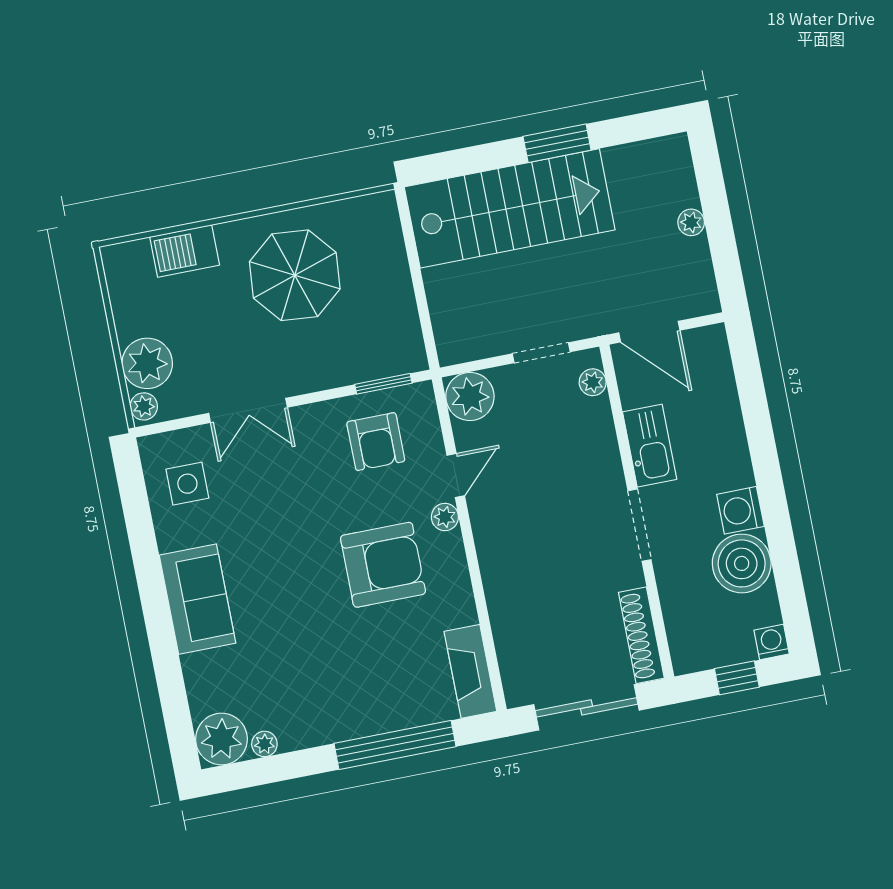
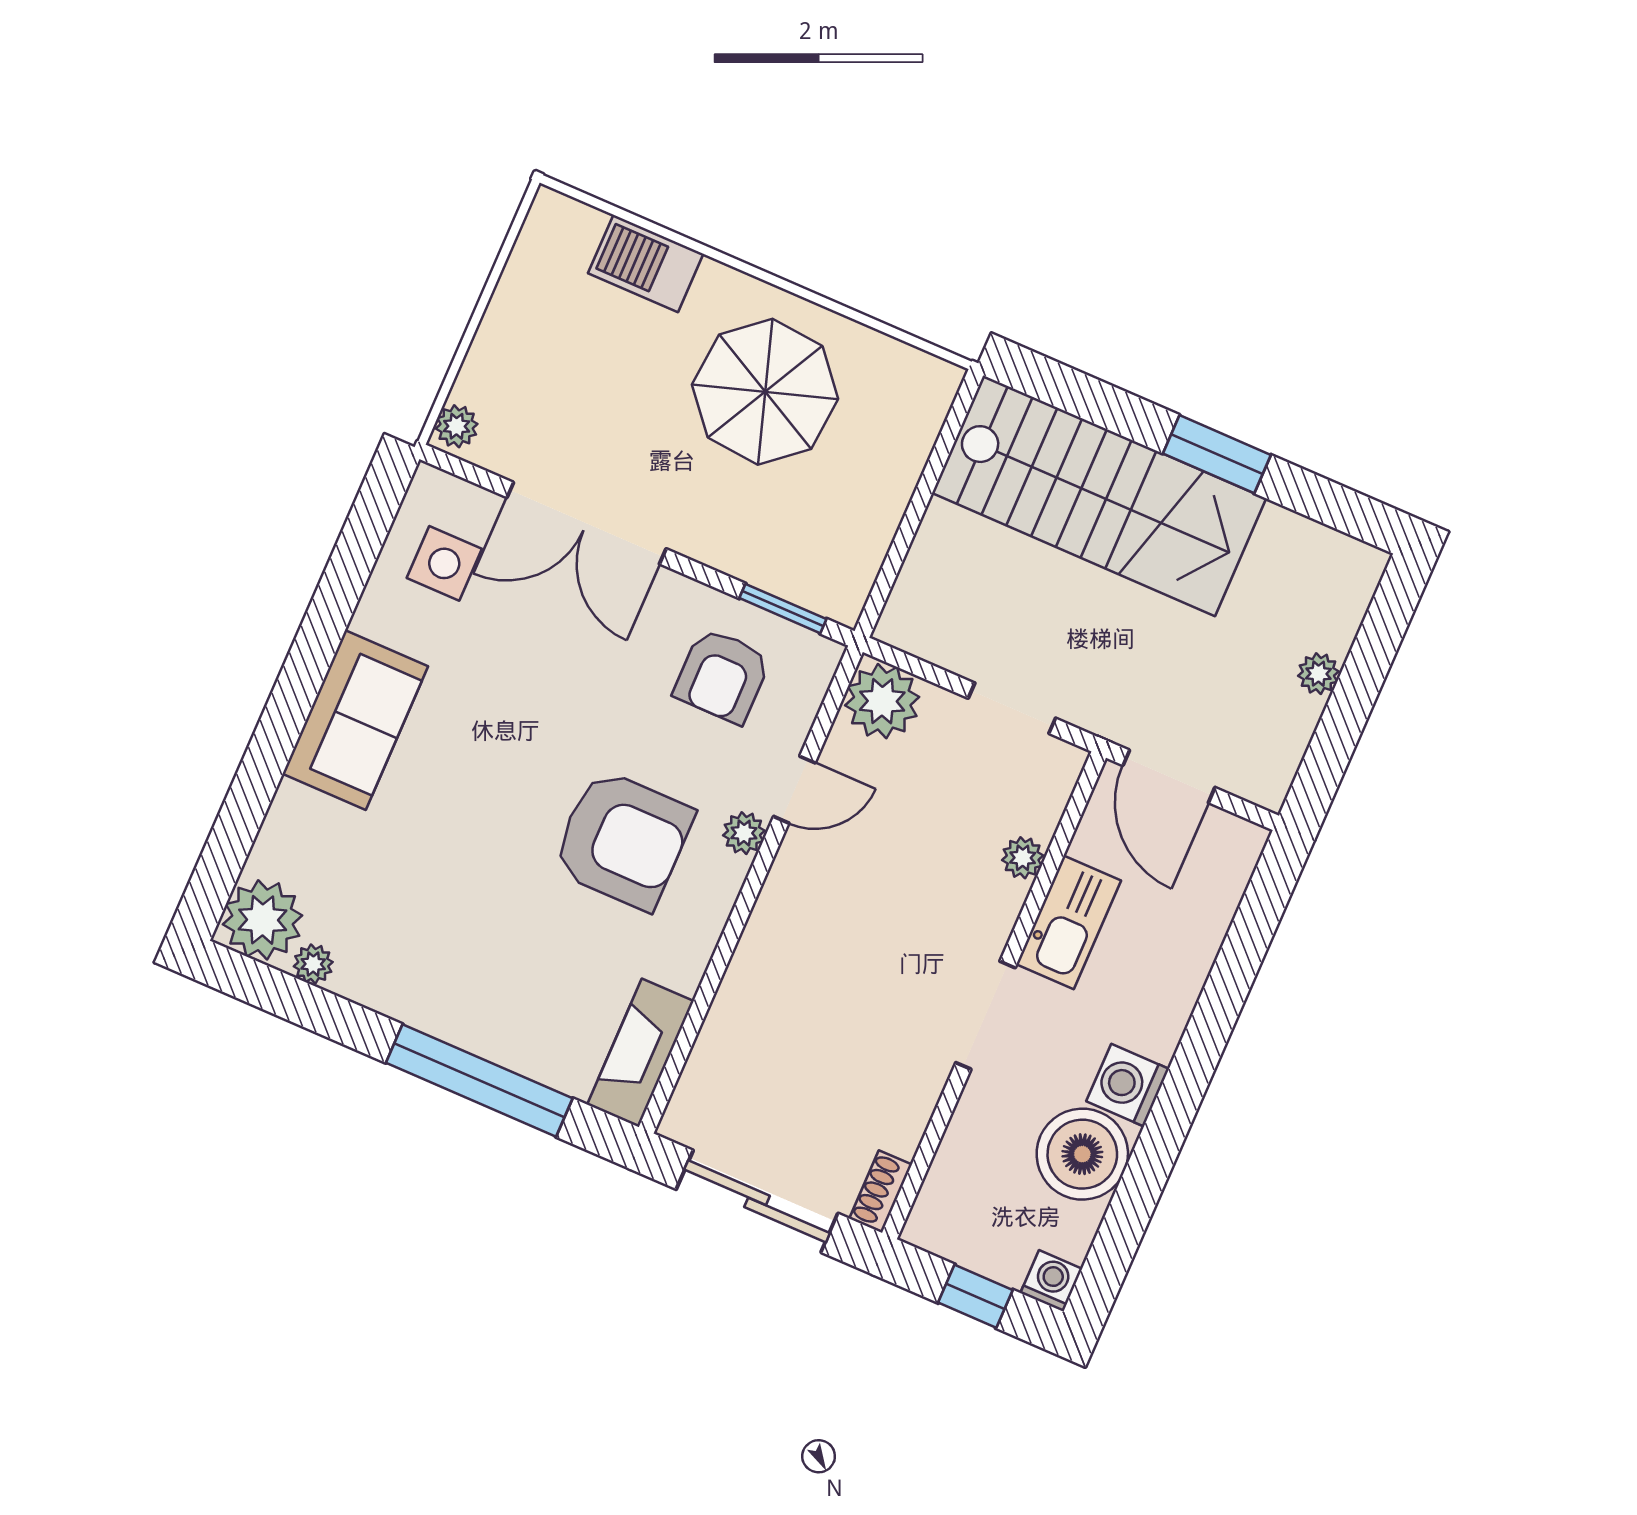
plant: (147, 363) -> (499, 374), removed
plant: (593, 382) -> (1023, 858), moved
double door: (248, 410) -> (586, 523), width x1.37
shoe rack: (641, 635) -> (881, 1191), width x0.51, depth x0.81

